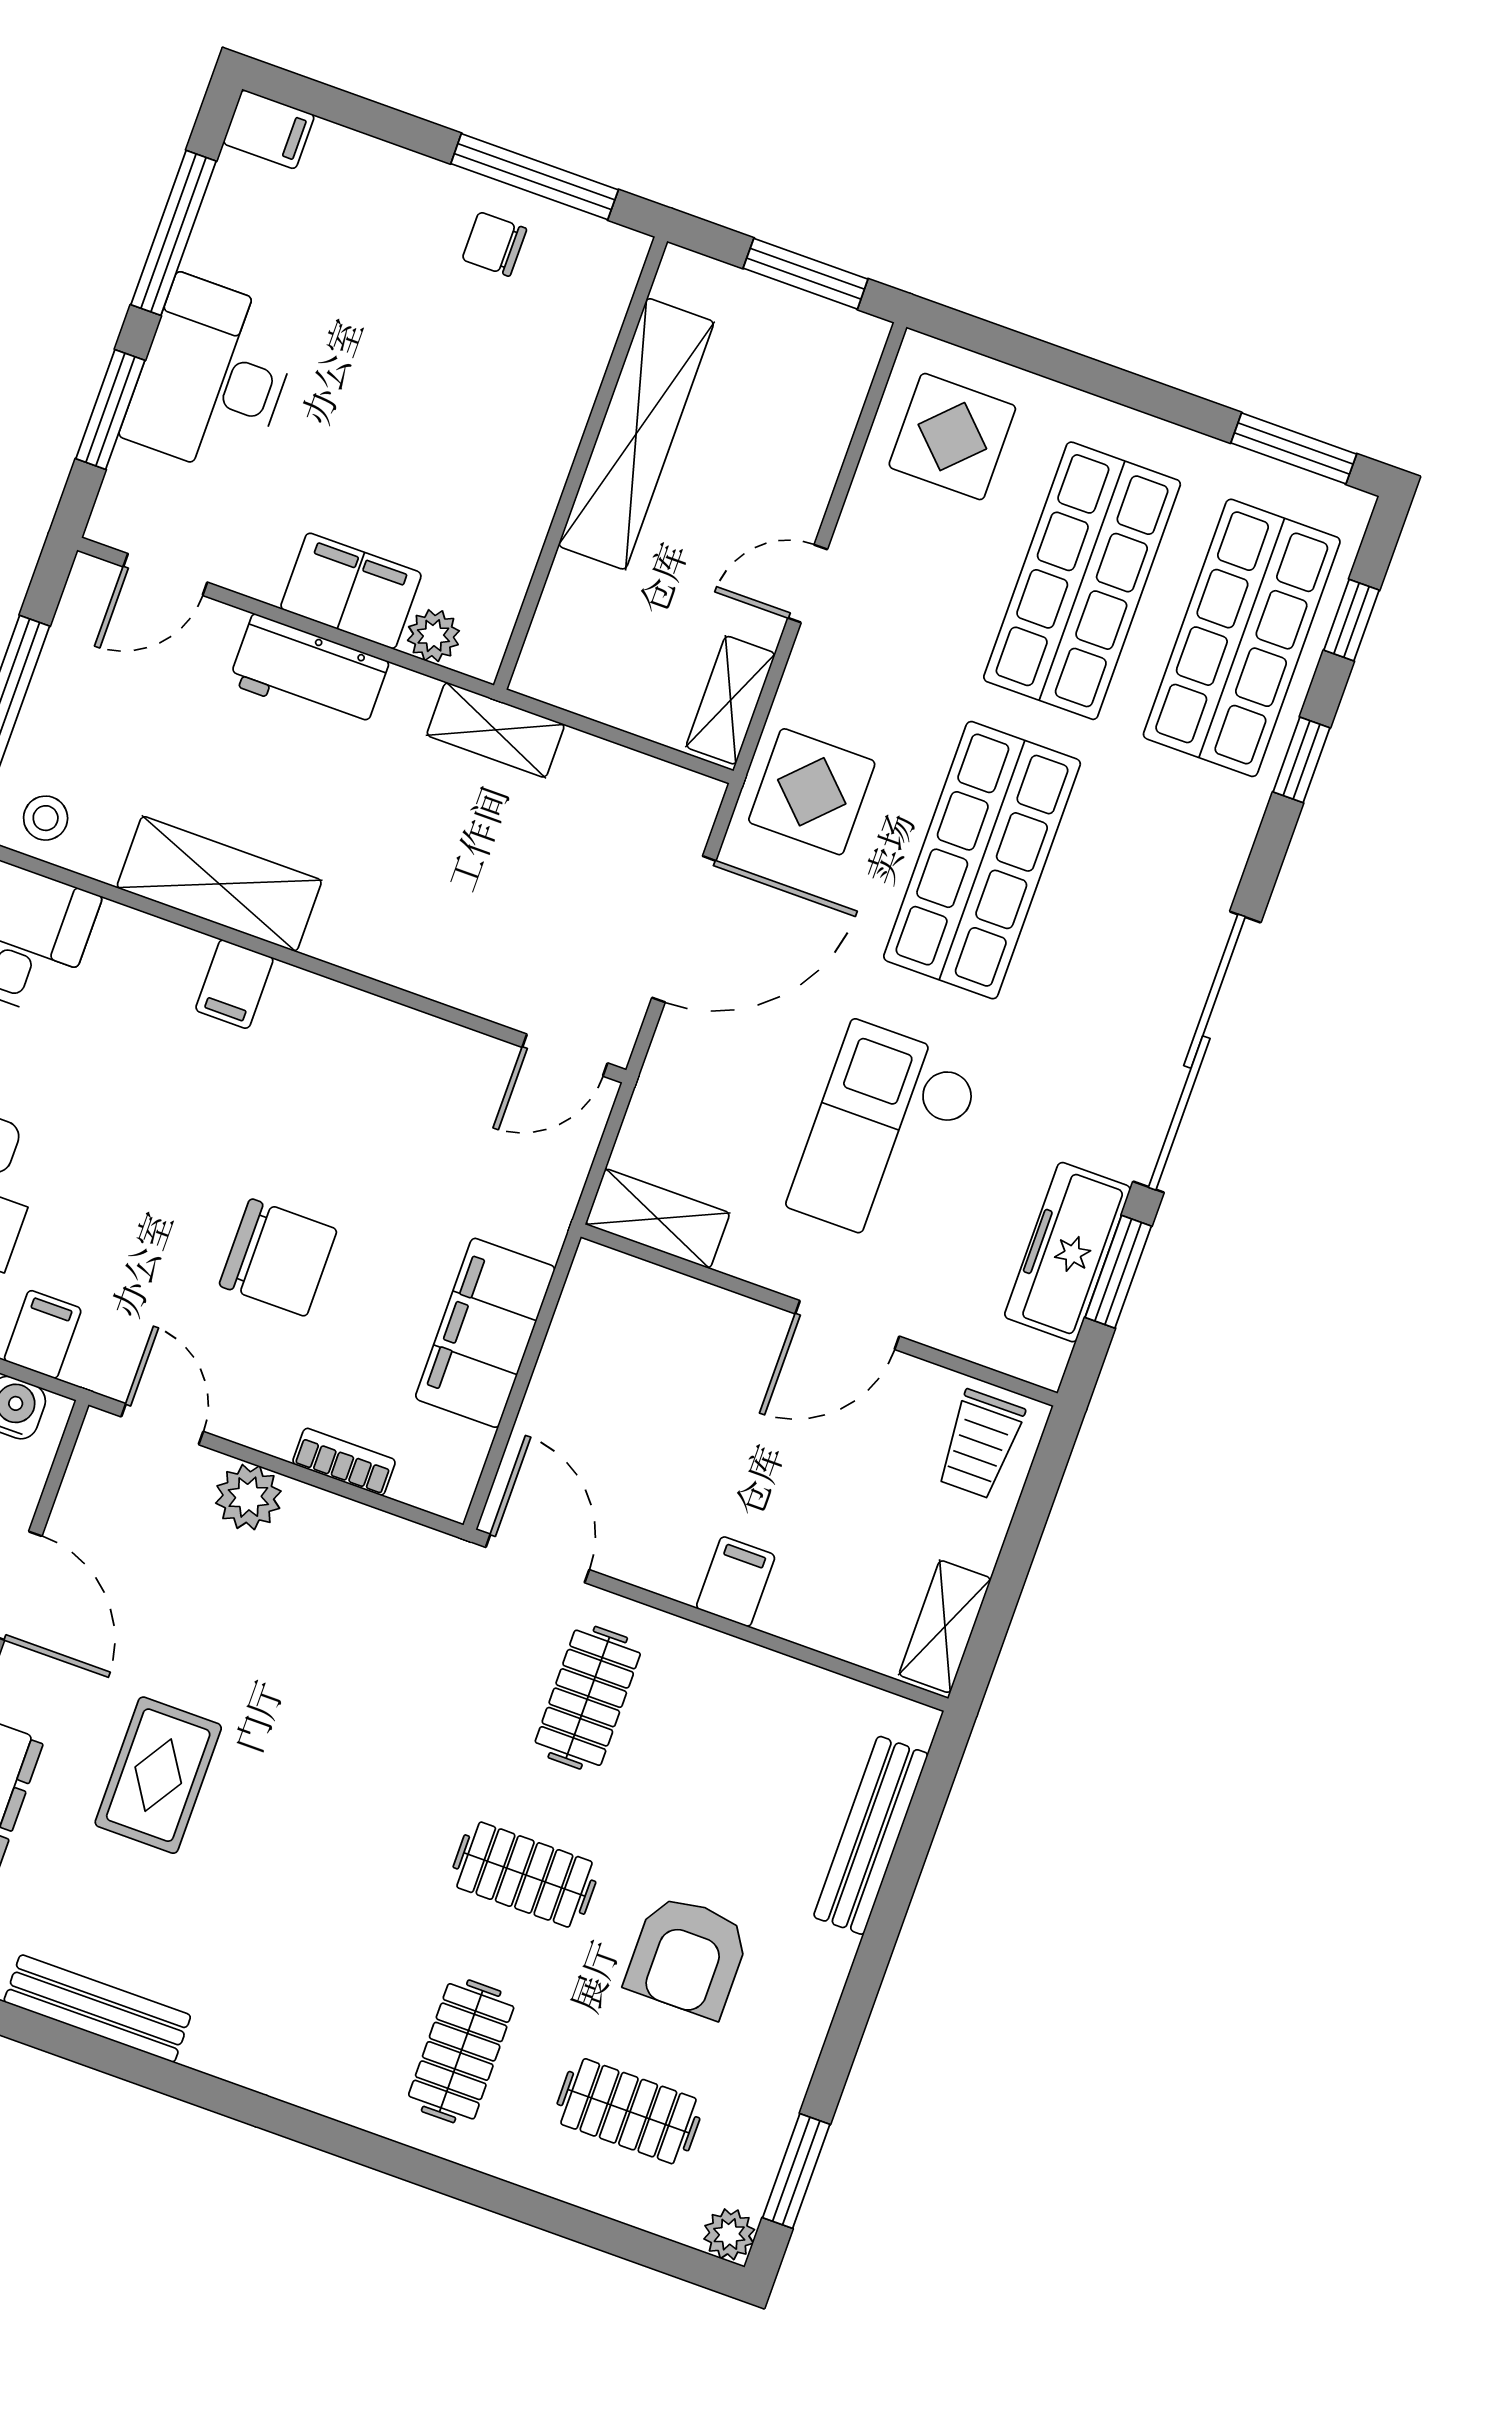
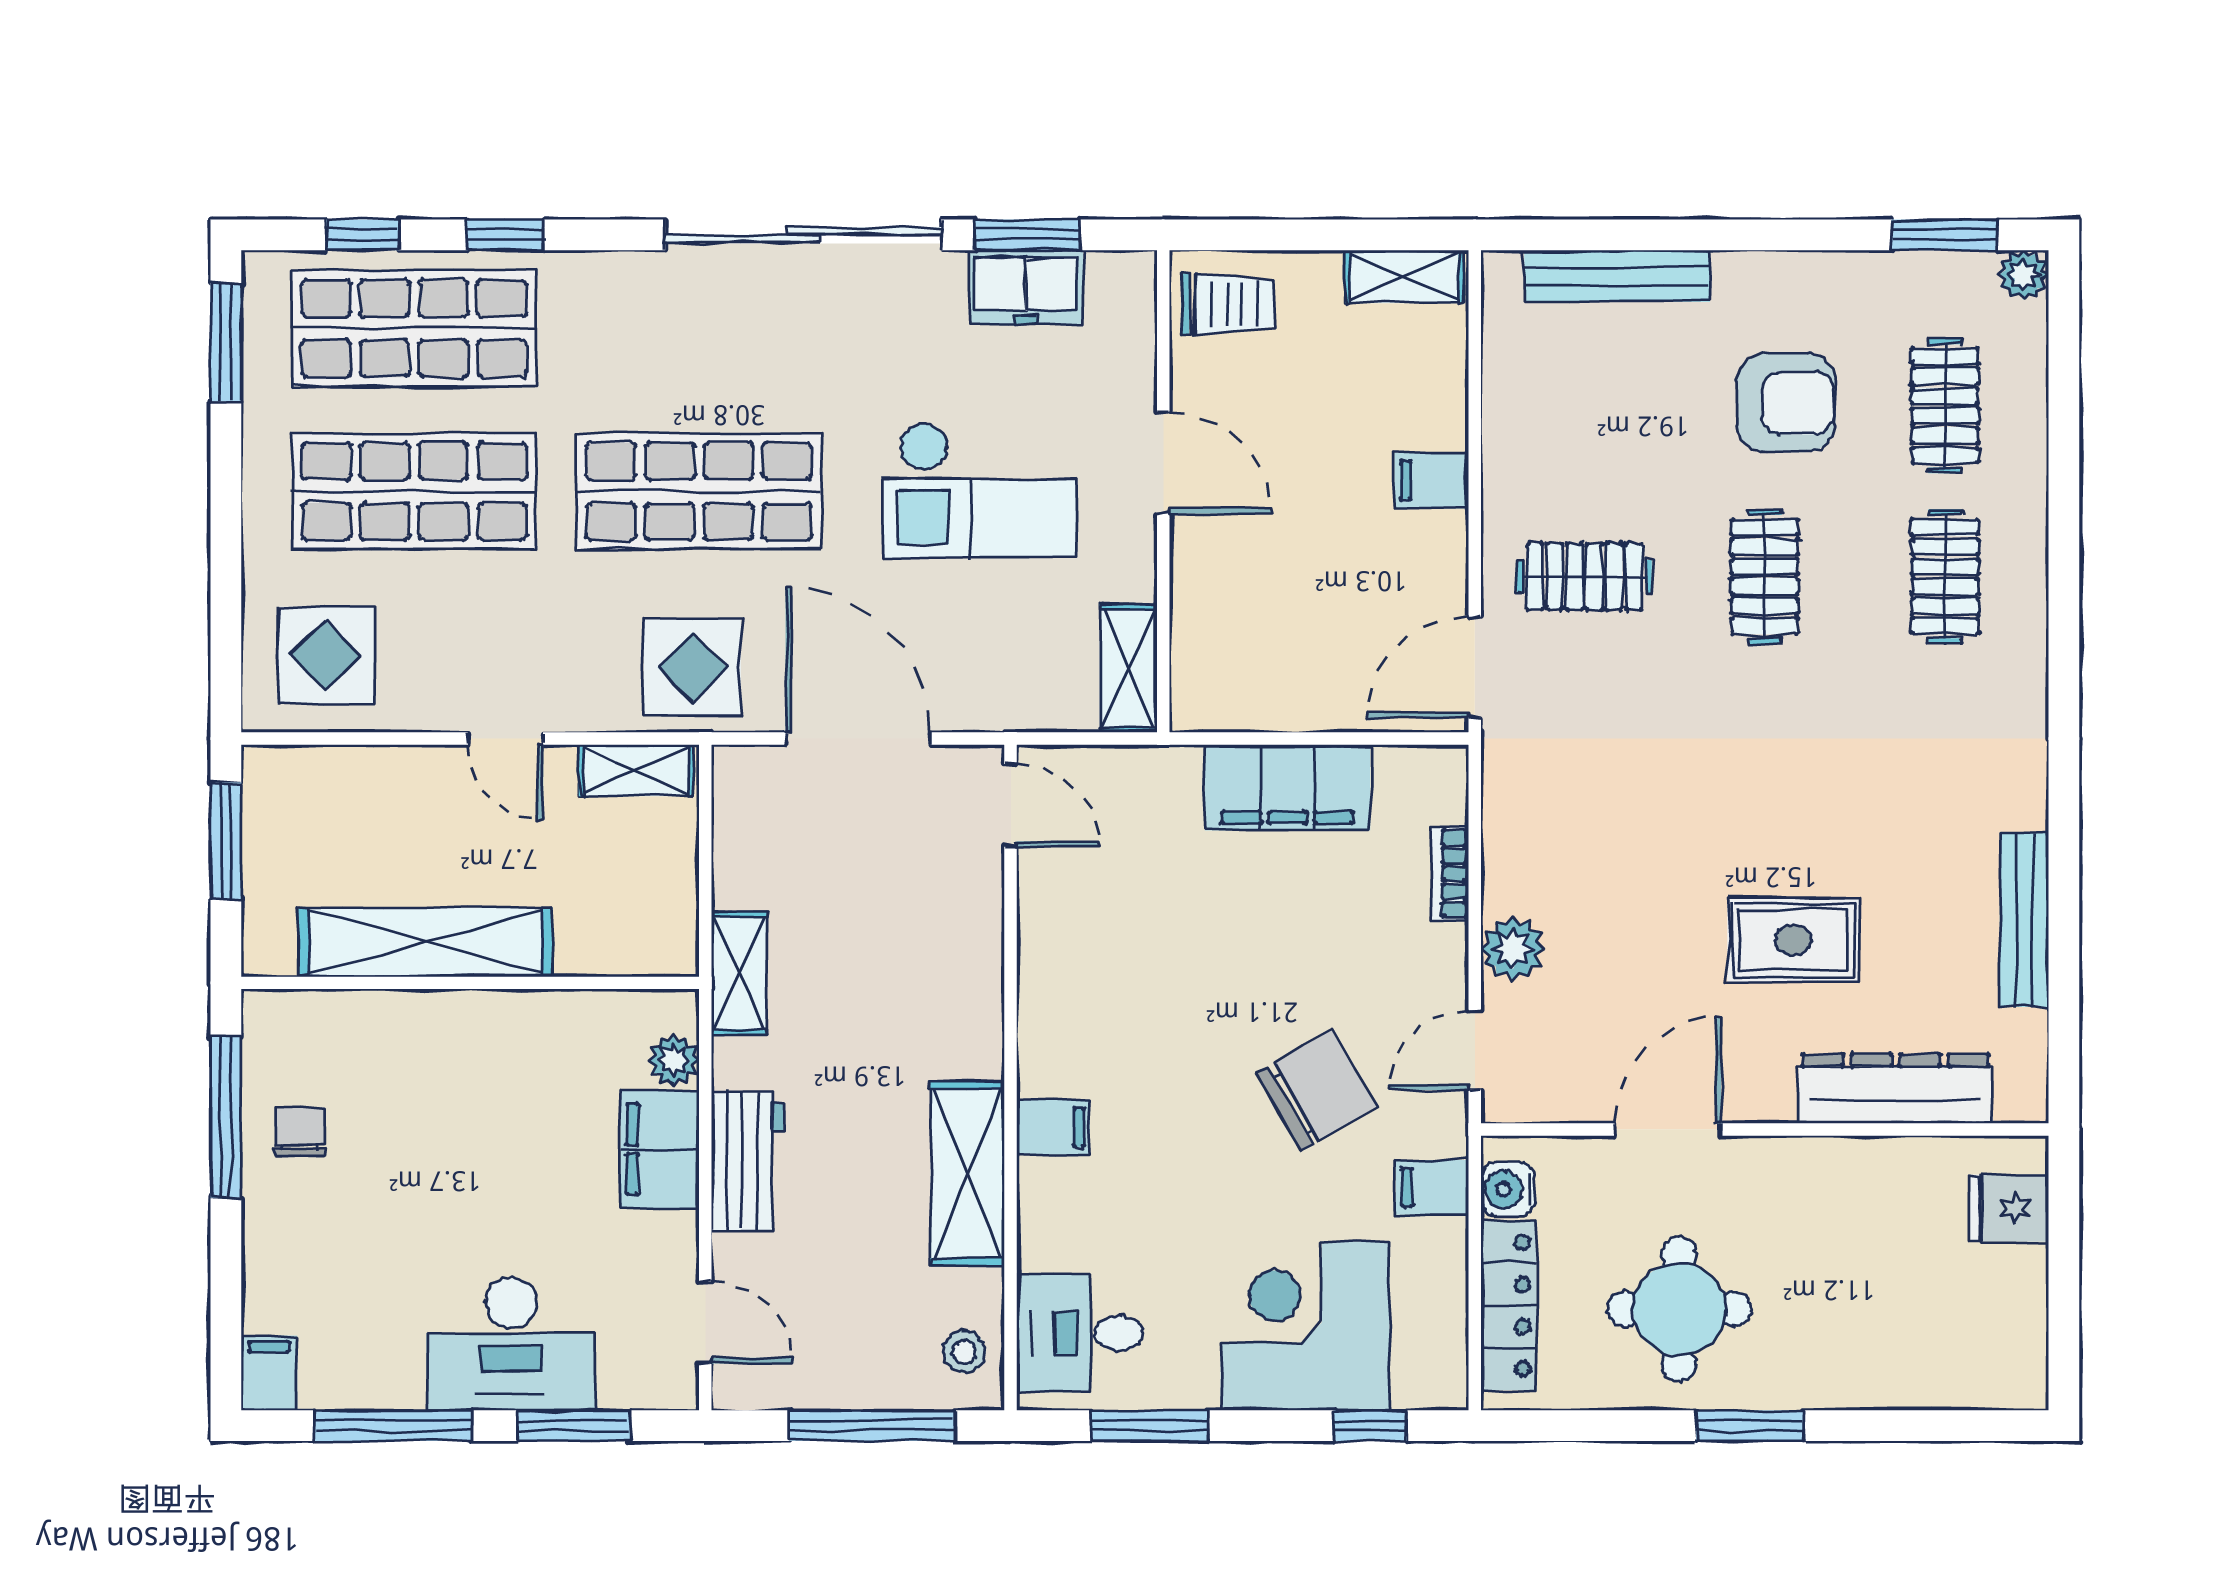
chair: (494, 244) -> (300, 1132), turned 180
freezer: (1068, 1252) -> (1026, 287), width x0.71
chair: (278, 1258) -> (1317, 1090), moved, turned 60
clothes rail: (461, 2051) -> (1945, 577), turned 90

